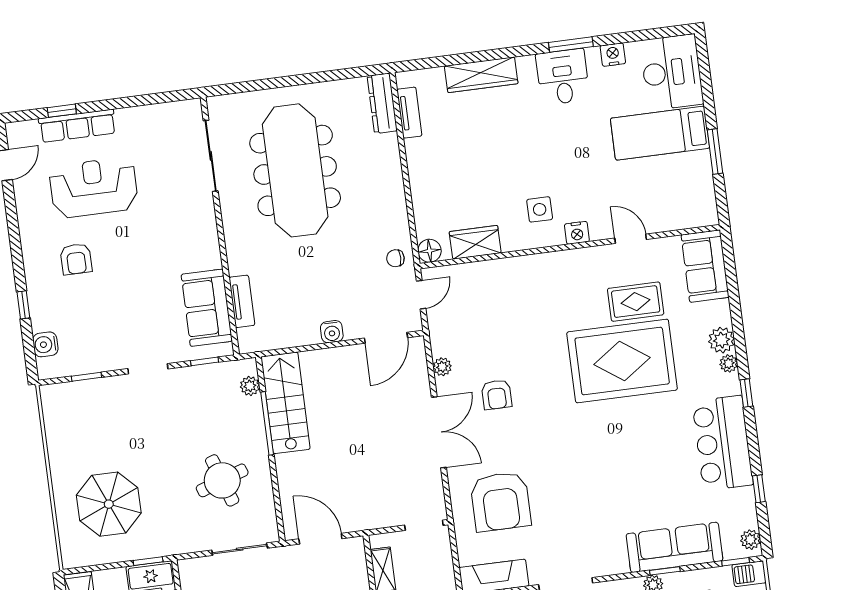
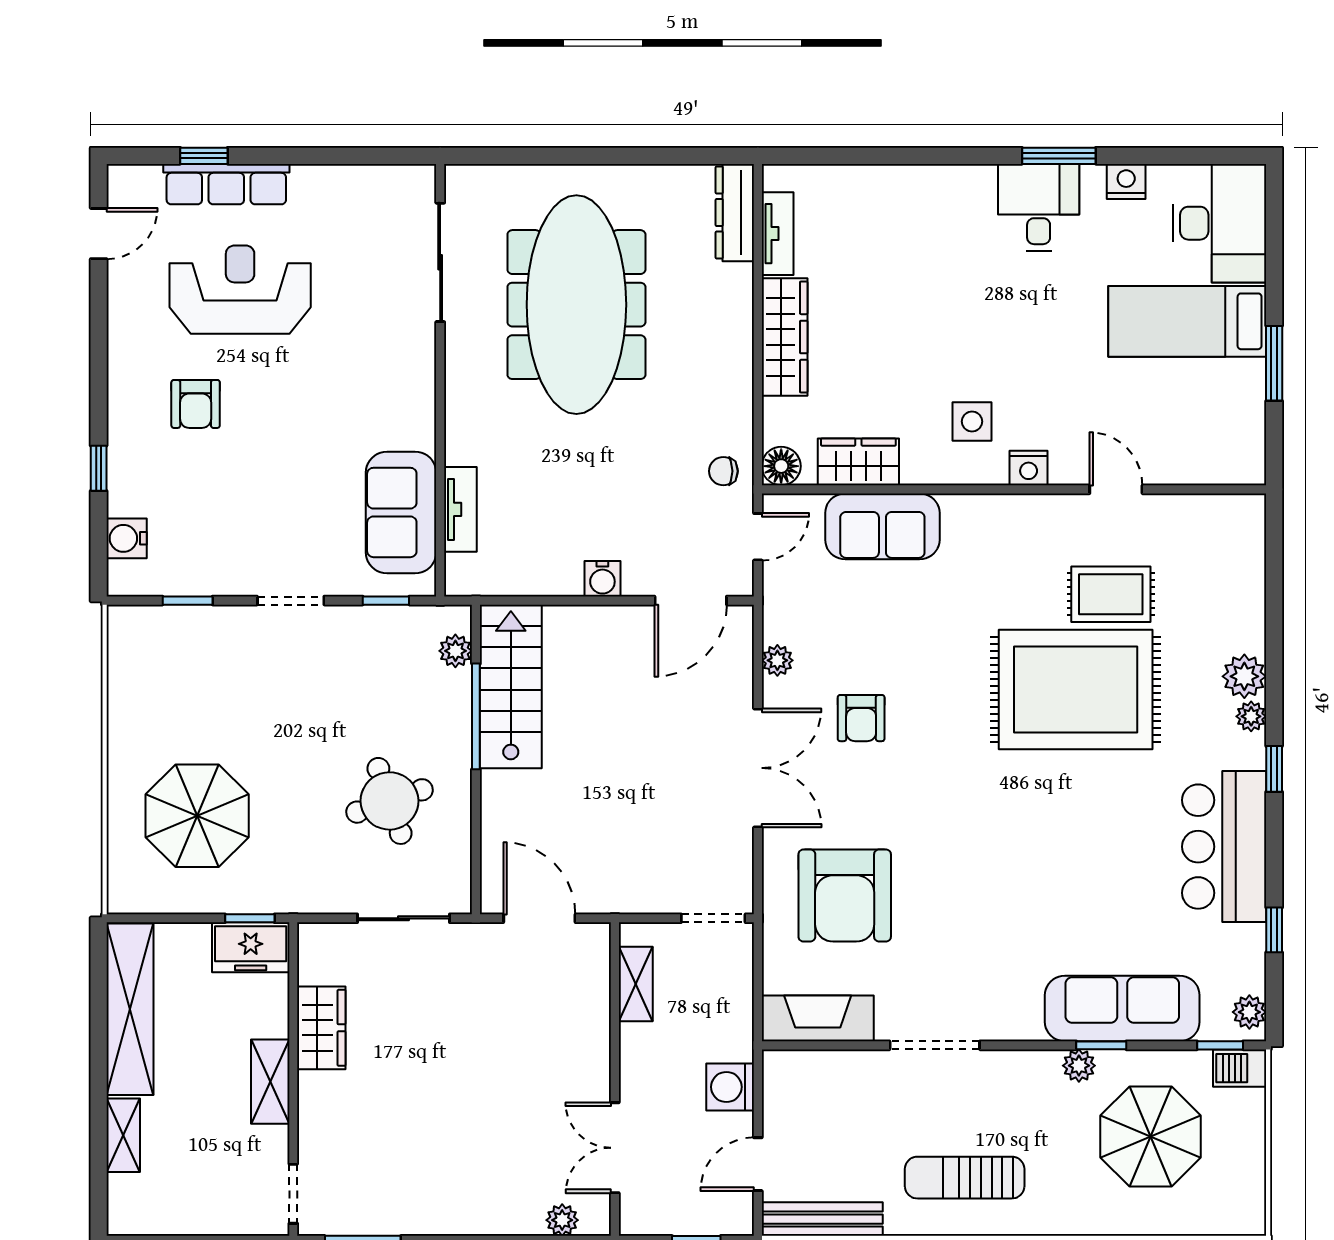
wardrobe: (481, 75) -> (785, 337), moved, turned -90
sofa: (705, 266) -> (882, 526), moved, turned -90

